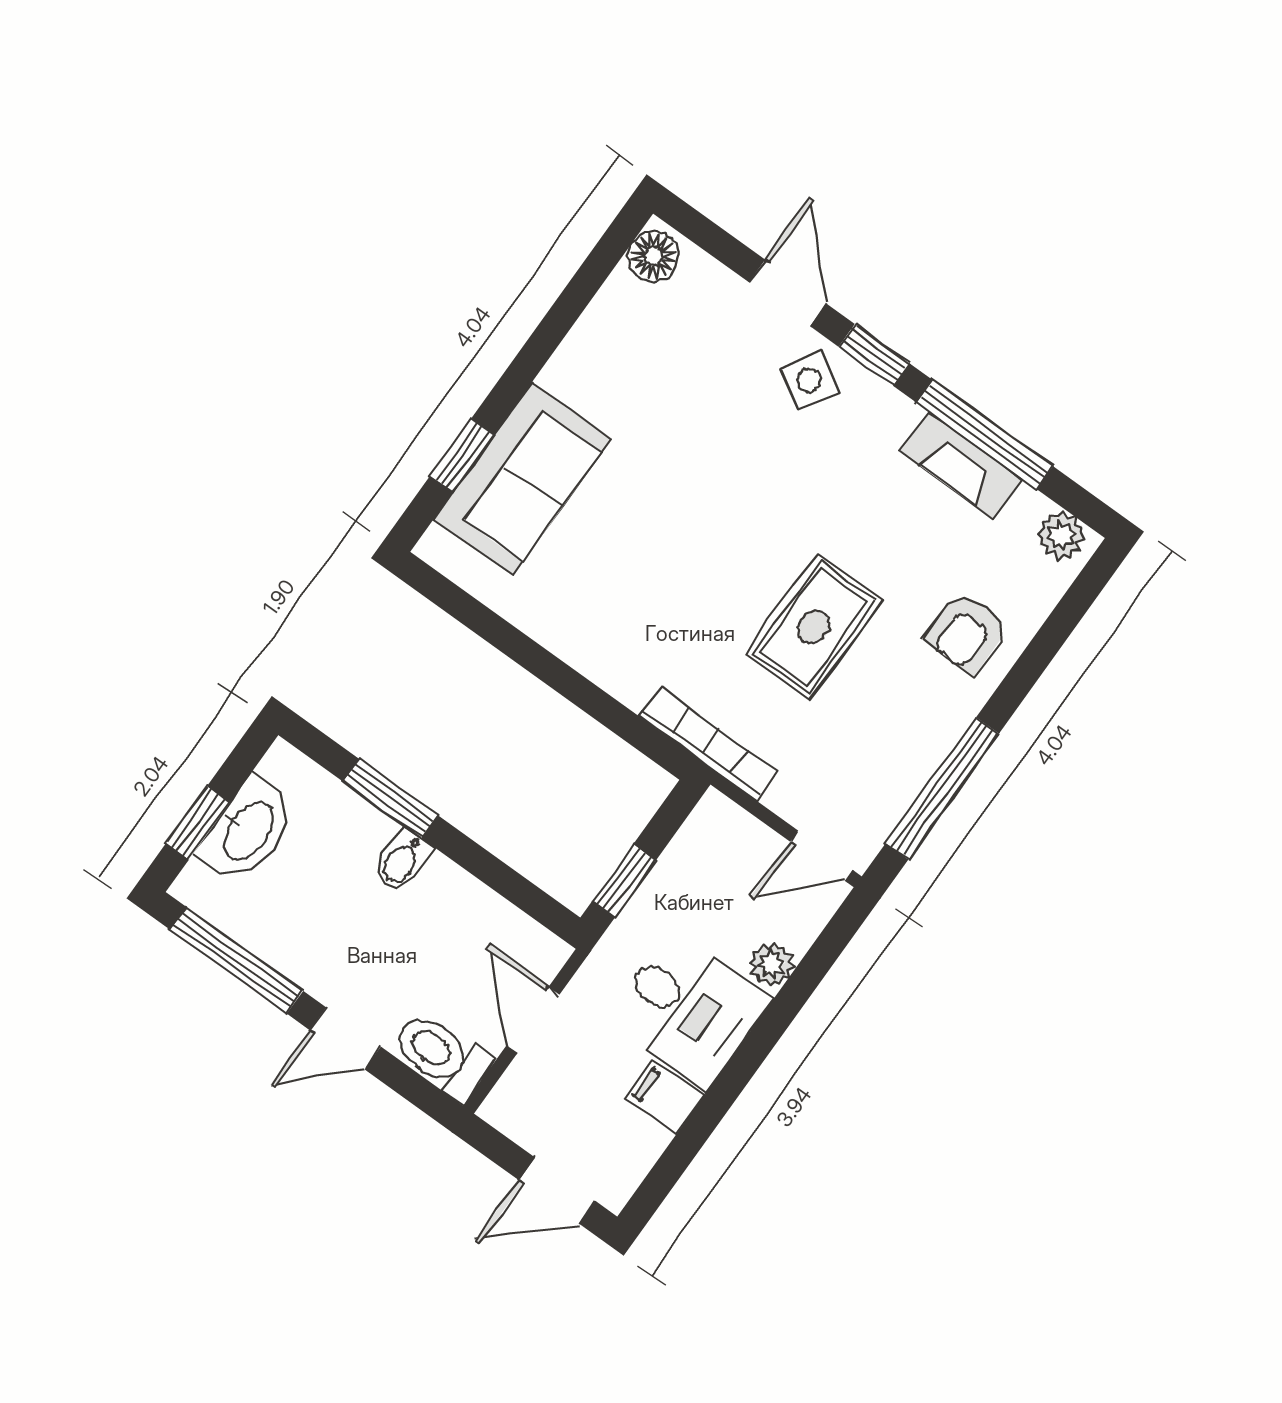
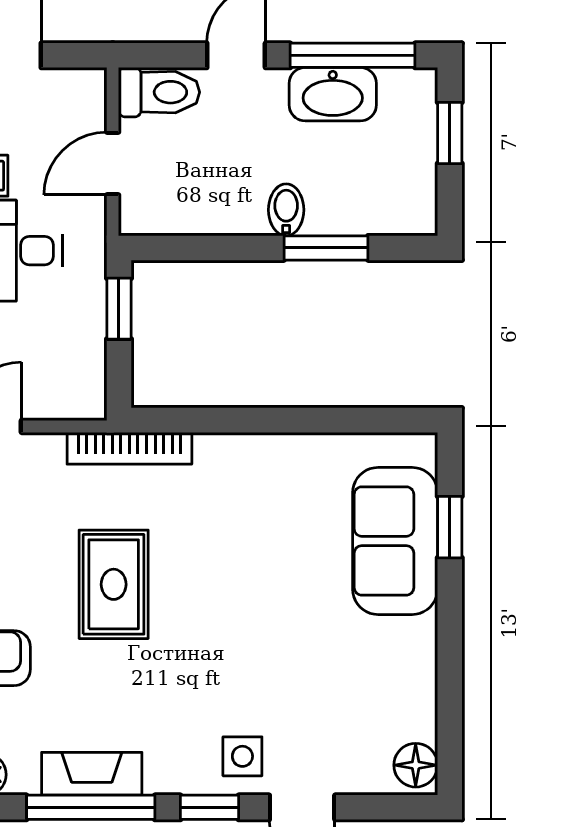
side table: (809, 380) -> (242, 756), turned -31
washbasin: (248, 830) -> (333, 94), moved, turned -90
door: (533, 1020) -> (113, 164), swing flipped

